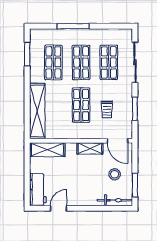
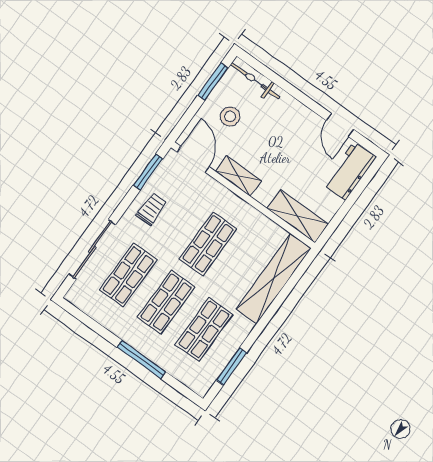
trolley: (107, 109) -> (151, 209), moved
window: (135, 109) -> (148, 172), moved
door: (59, 208) -> (340, 125), hinge flipped

